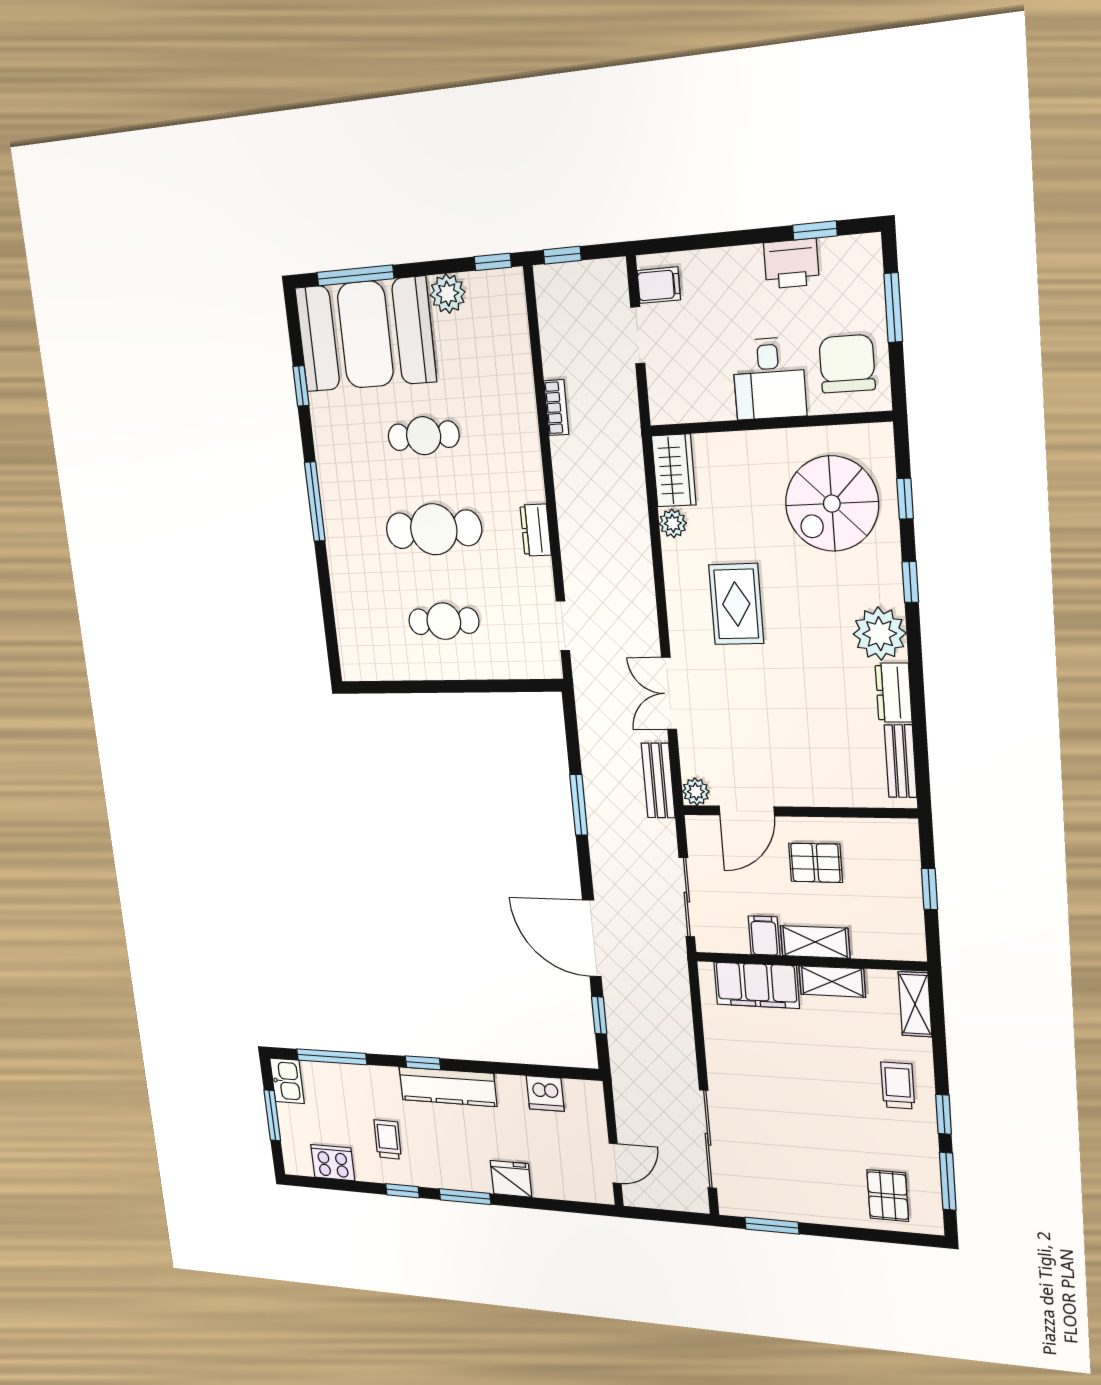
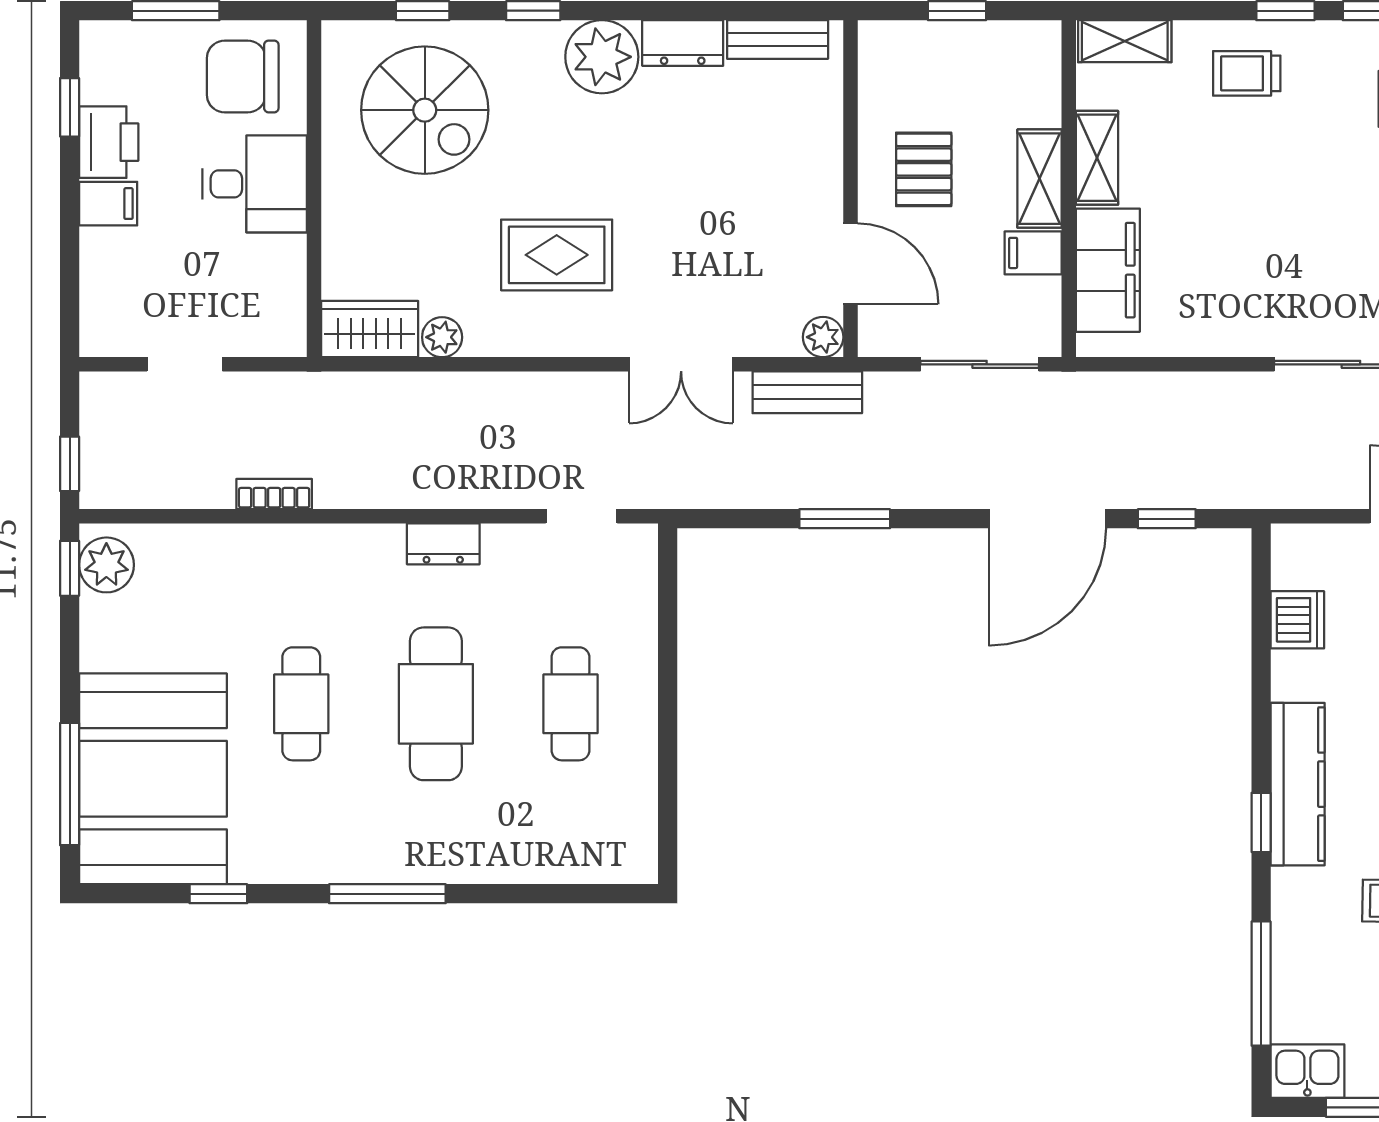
filing cabinet: (659, 285) -> (108, 204), moved, turned 90
plant: (448, 294) -> (106, 565), moved

